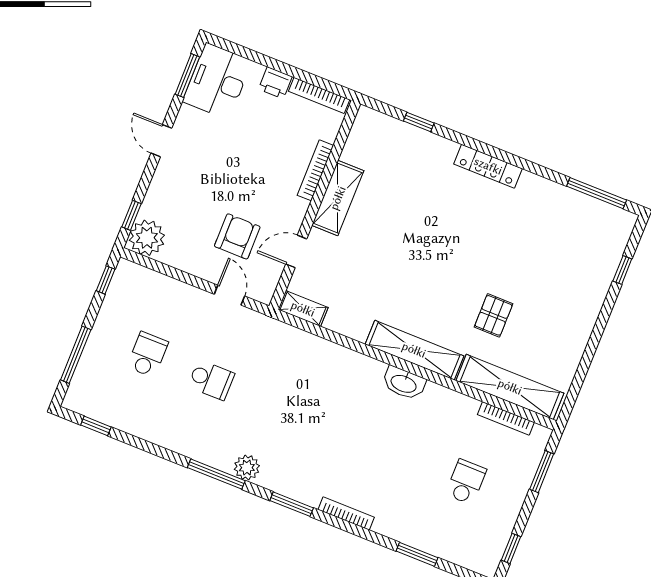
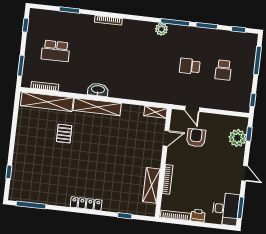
shelving: (338, 198) -> (151, 185), moved
armchair: (237, 236) -> (196, 138), turned 180
plant: (147, 238) -> (237, 138), moved
school desk: (466, 482) -> (56, 51), width x1.85
window: (292, 504) -> (207, 26), moved

